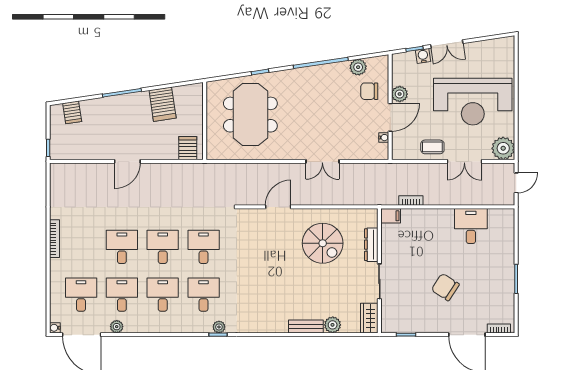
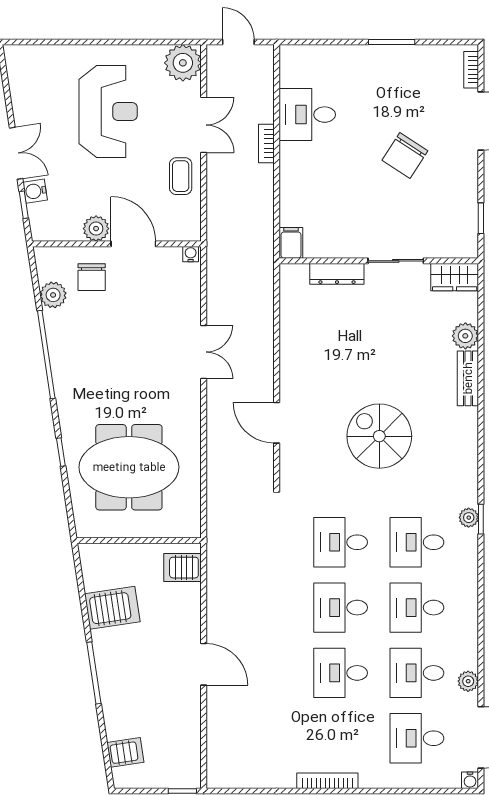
reception desk: (473, 102) -> (108, 112), width x0.74, depth x0.77
water cooler: (384, 138) -> (191, 254), moved
bookcase: (411, 201) -> (266, 143), moved
spiral stairs: (323, 243) -> (379, 436), moved, turned -90

